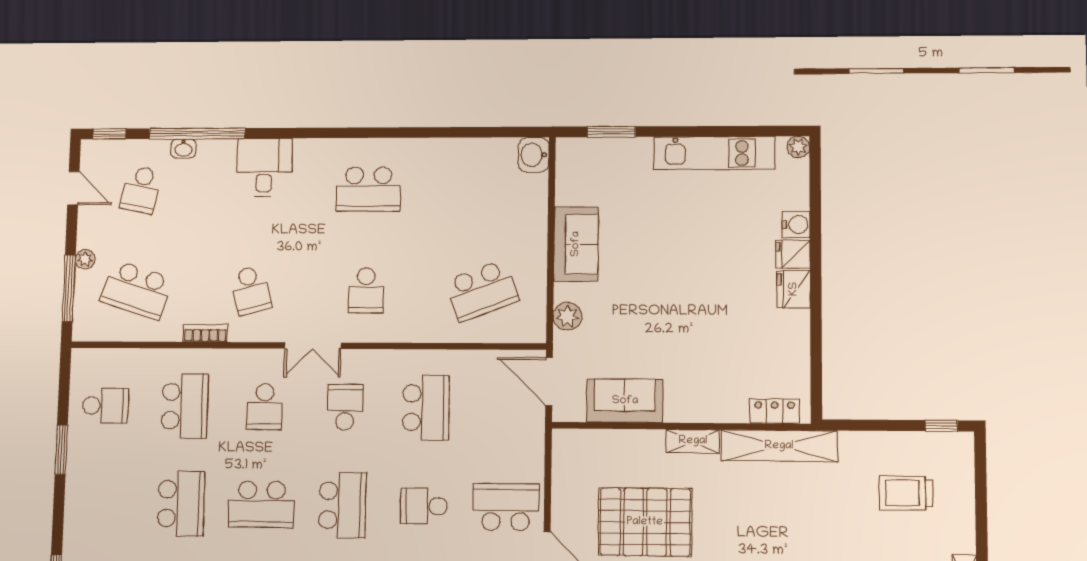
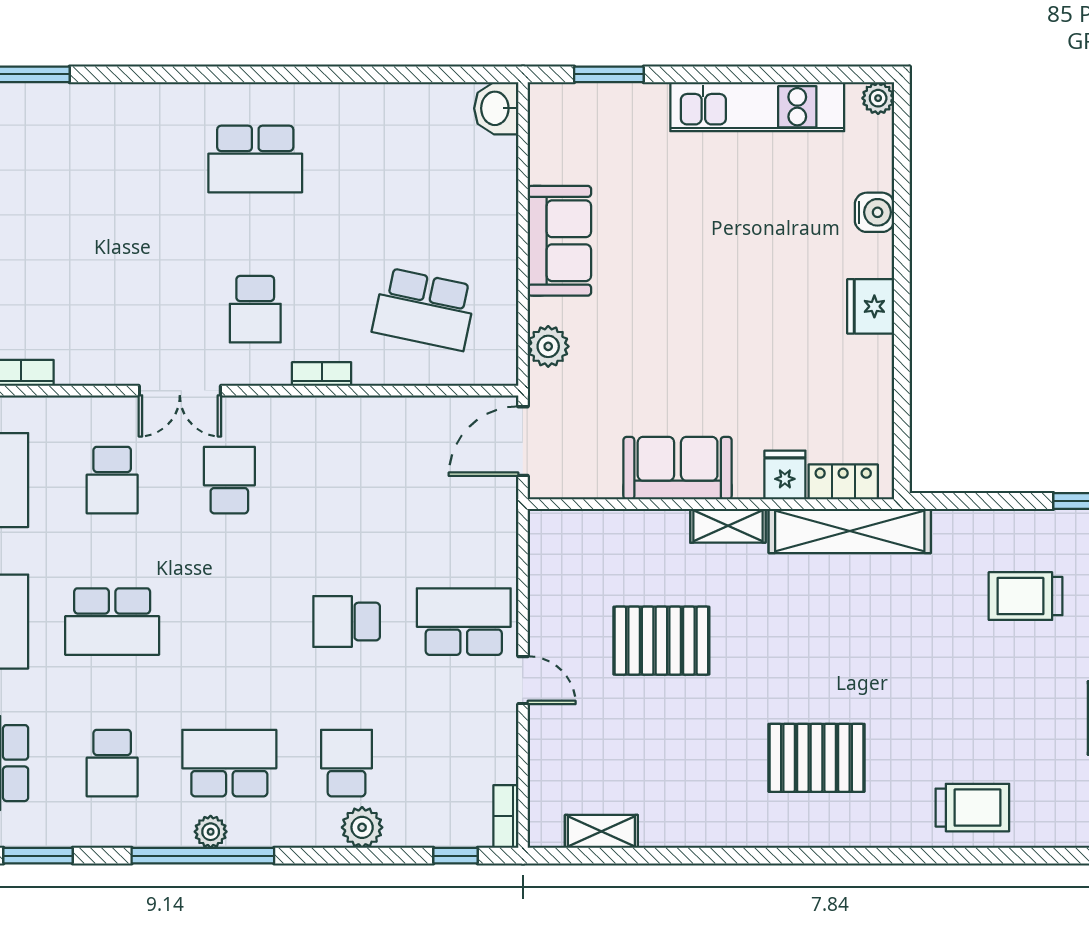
desk: (264, 167) -> (100, 126), removed
fridge: (793, 254) -> (785, 475), moved, turned 90
school desk: (251, 290) -> (86, 309), removed
school desk: (482, 291) -> (424, 309), turned 33
bookcase: (410, 335) -> (322, 374), added
door: (549, 381) -> (523, 441), hinge flipped
sofa: (625, 401) -> (678, 468), moved
school desk: (426, 408) -> (347, 480), removed
school desk: (342, 505) -> (229, 622), removed
pallet: (645, 522) -> (661, 641), width x0.73, depth x0.71

